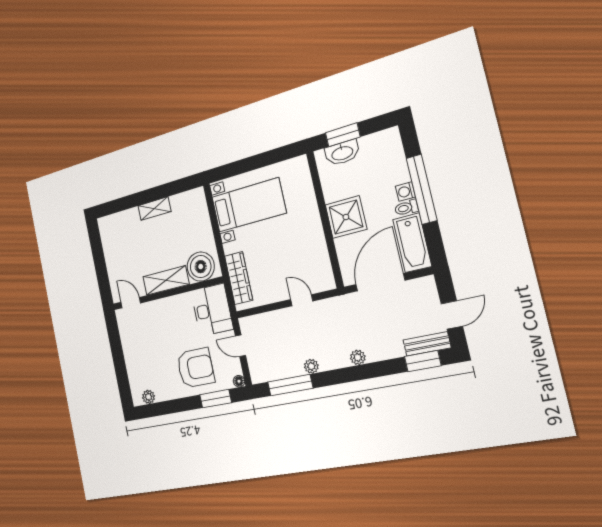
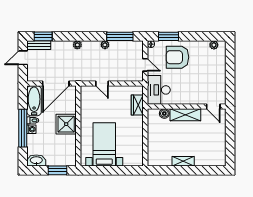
washbasin: (342, 153) -> (36, 160), moved
bed with nightstands: (249, 205) -> (104, 144), moved, turned 90
boiler: (201, 267) -> (164, 113), width x0.54, depth x0.54
wardrobe: (239, 278) -> (137, 105), width x0.67

